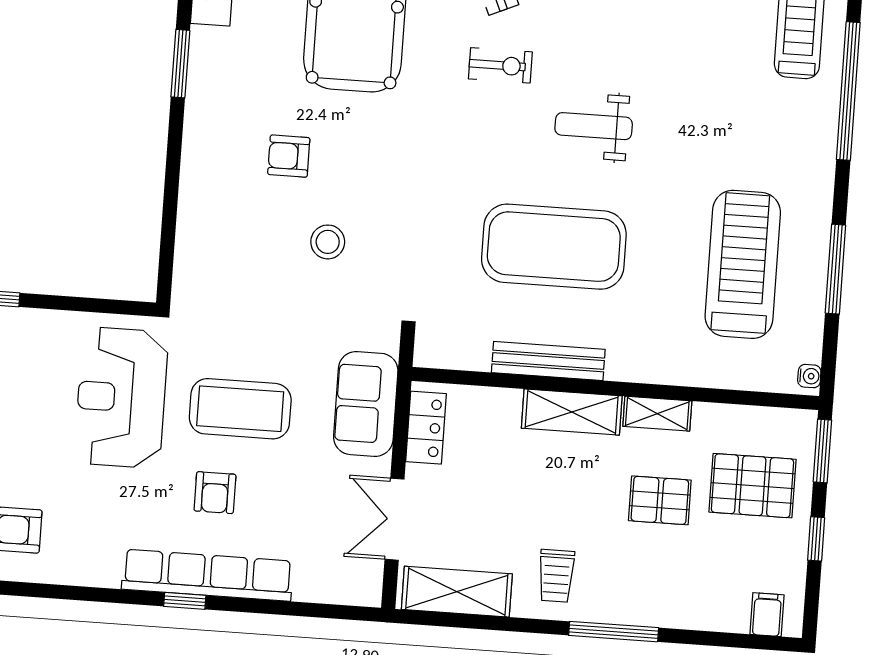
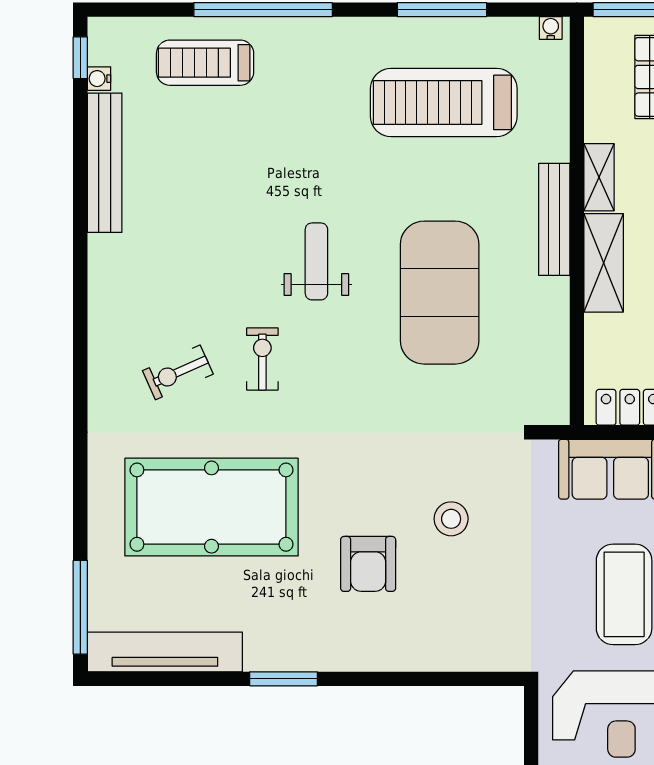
weight bench: (594, 126) -> (316, 261), turned 180
armchair: (289, 156) -> (368, 564), width x1.38, depth x1.38
bench: (548, 361) -> (554, 219), moved

